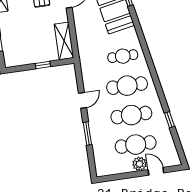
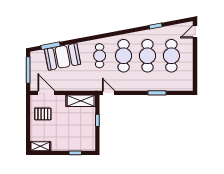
door: (83, 100) -> (109, 93), moved
plant: (139, 164) -> (187, 55), removed
door: (156, 171) -> (195, 32), moved

